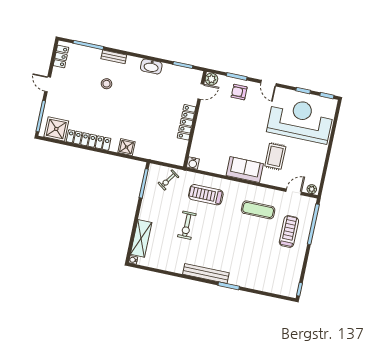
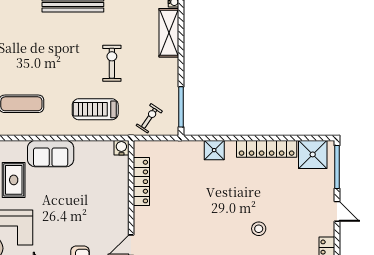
locker: (186, 122) -> (141, 182), moved
treadmill: (206, 195) -> (95, 109), turned 180

